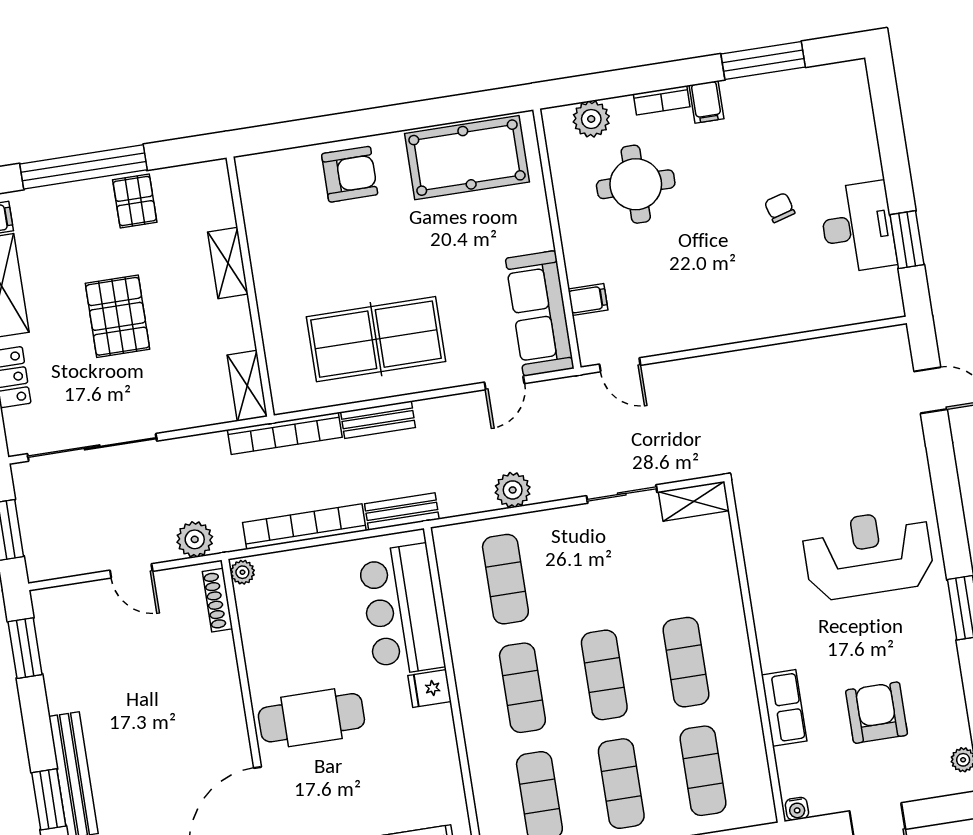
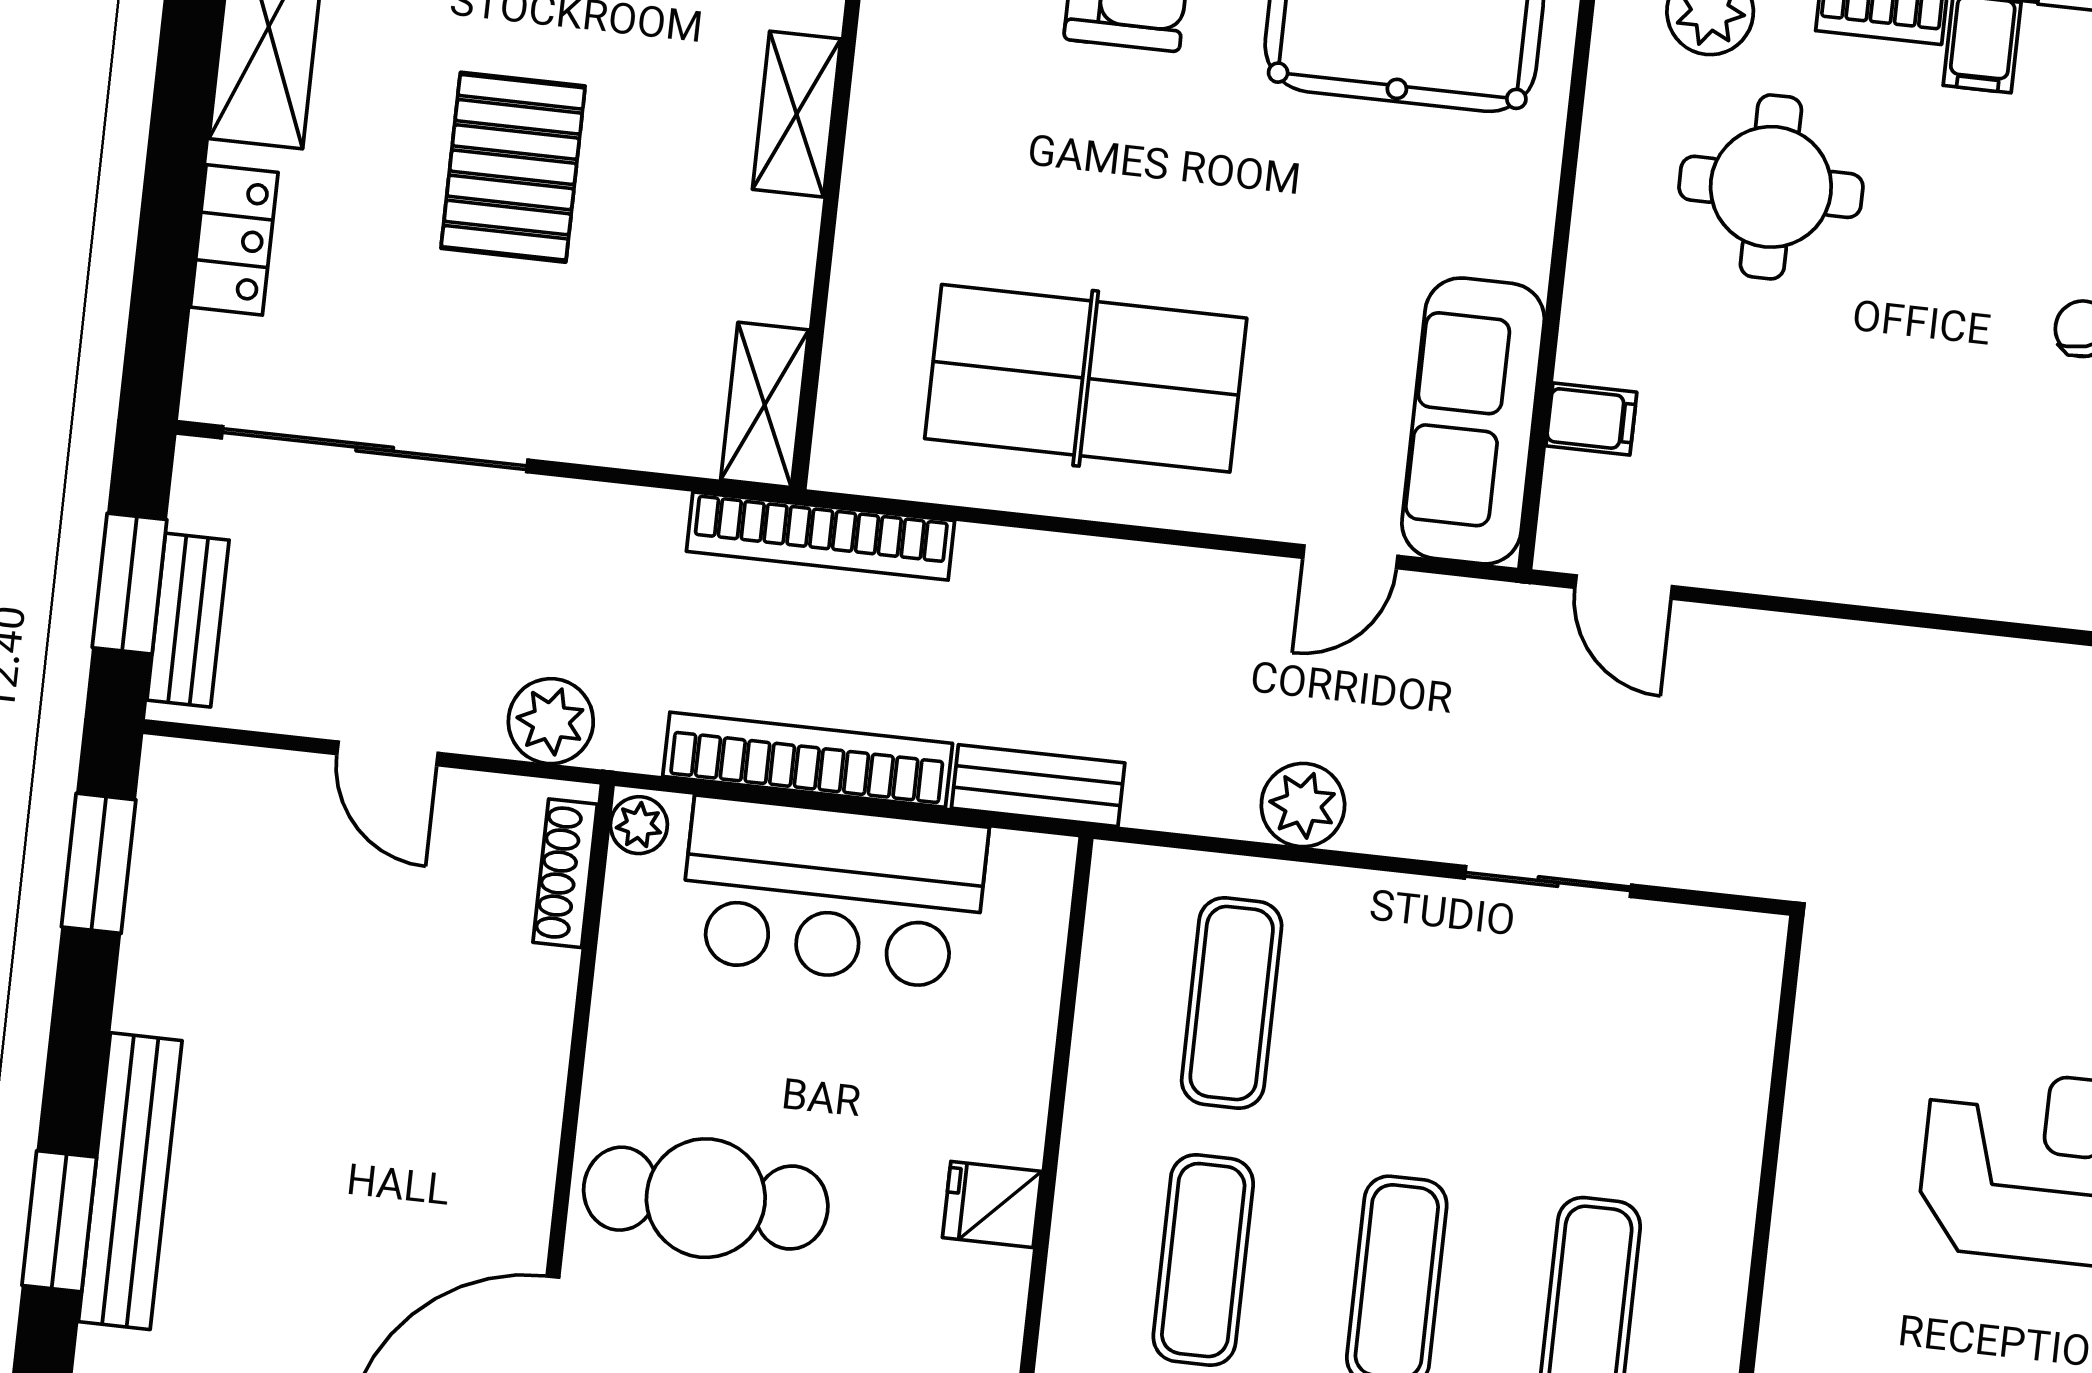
bench: (378, 420) -> (188, 620), moved, turned 90
shelving: (694, 501) -> (1707, 942), removed
bar counter: (402, 610) -> (833, 893), moved, turned -90

